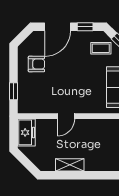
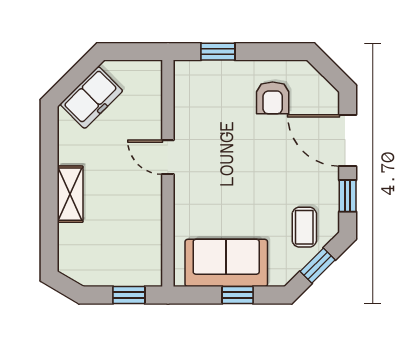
freezer: (26, 132) -> (91, 98), moved, turned -45
shelving: (70, 165) -> (70, 194), moved

